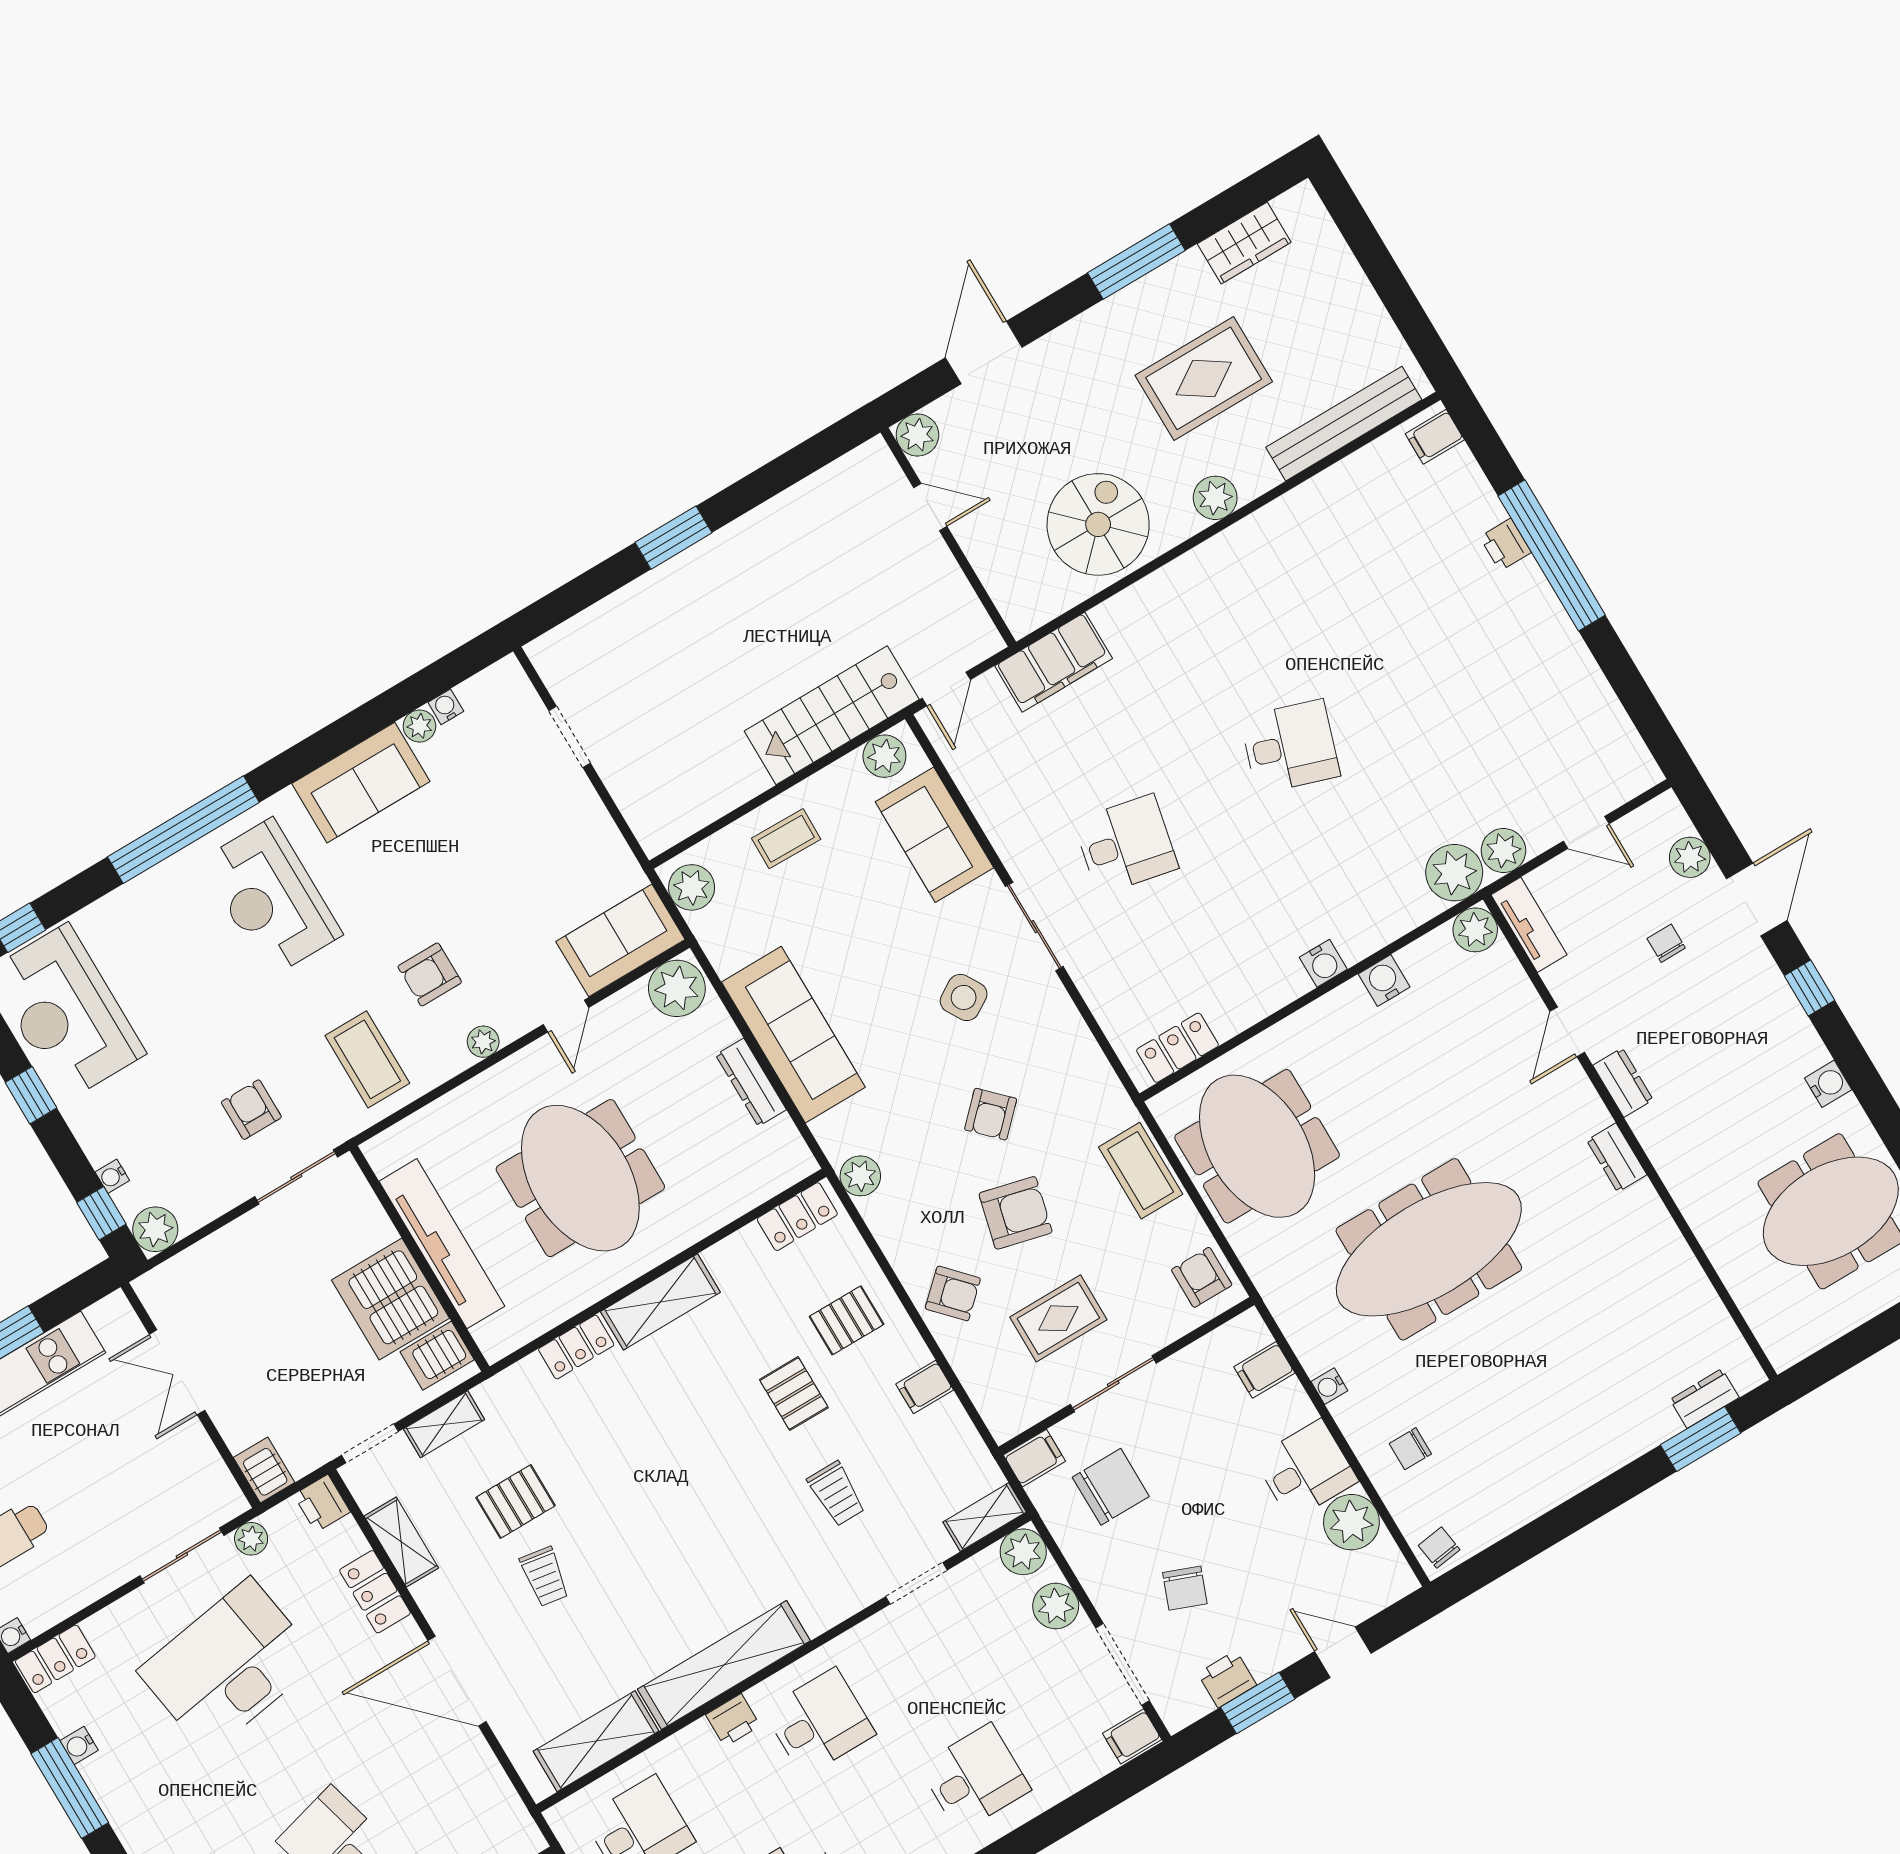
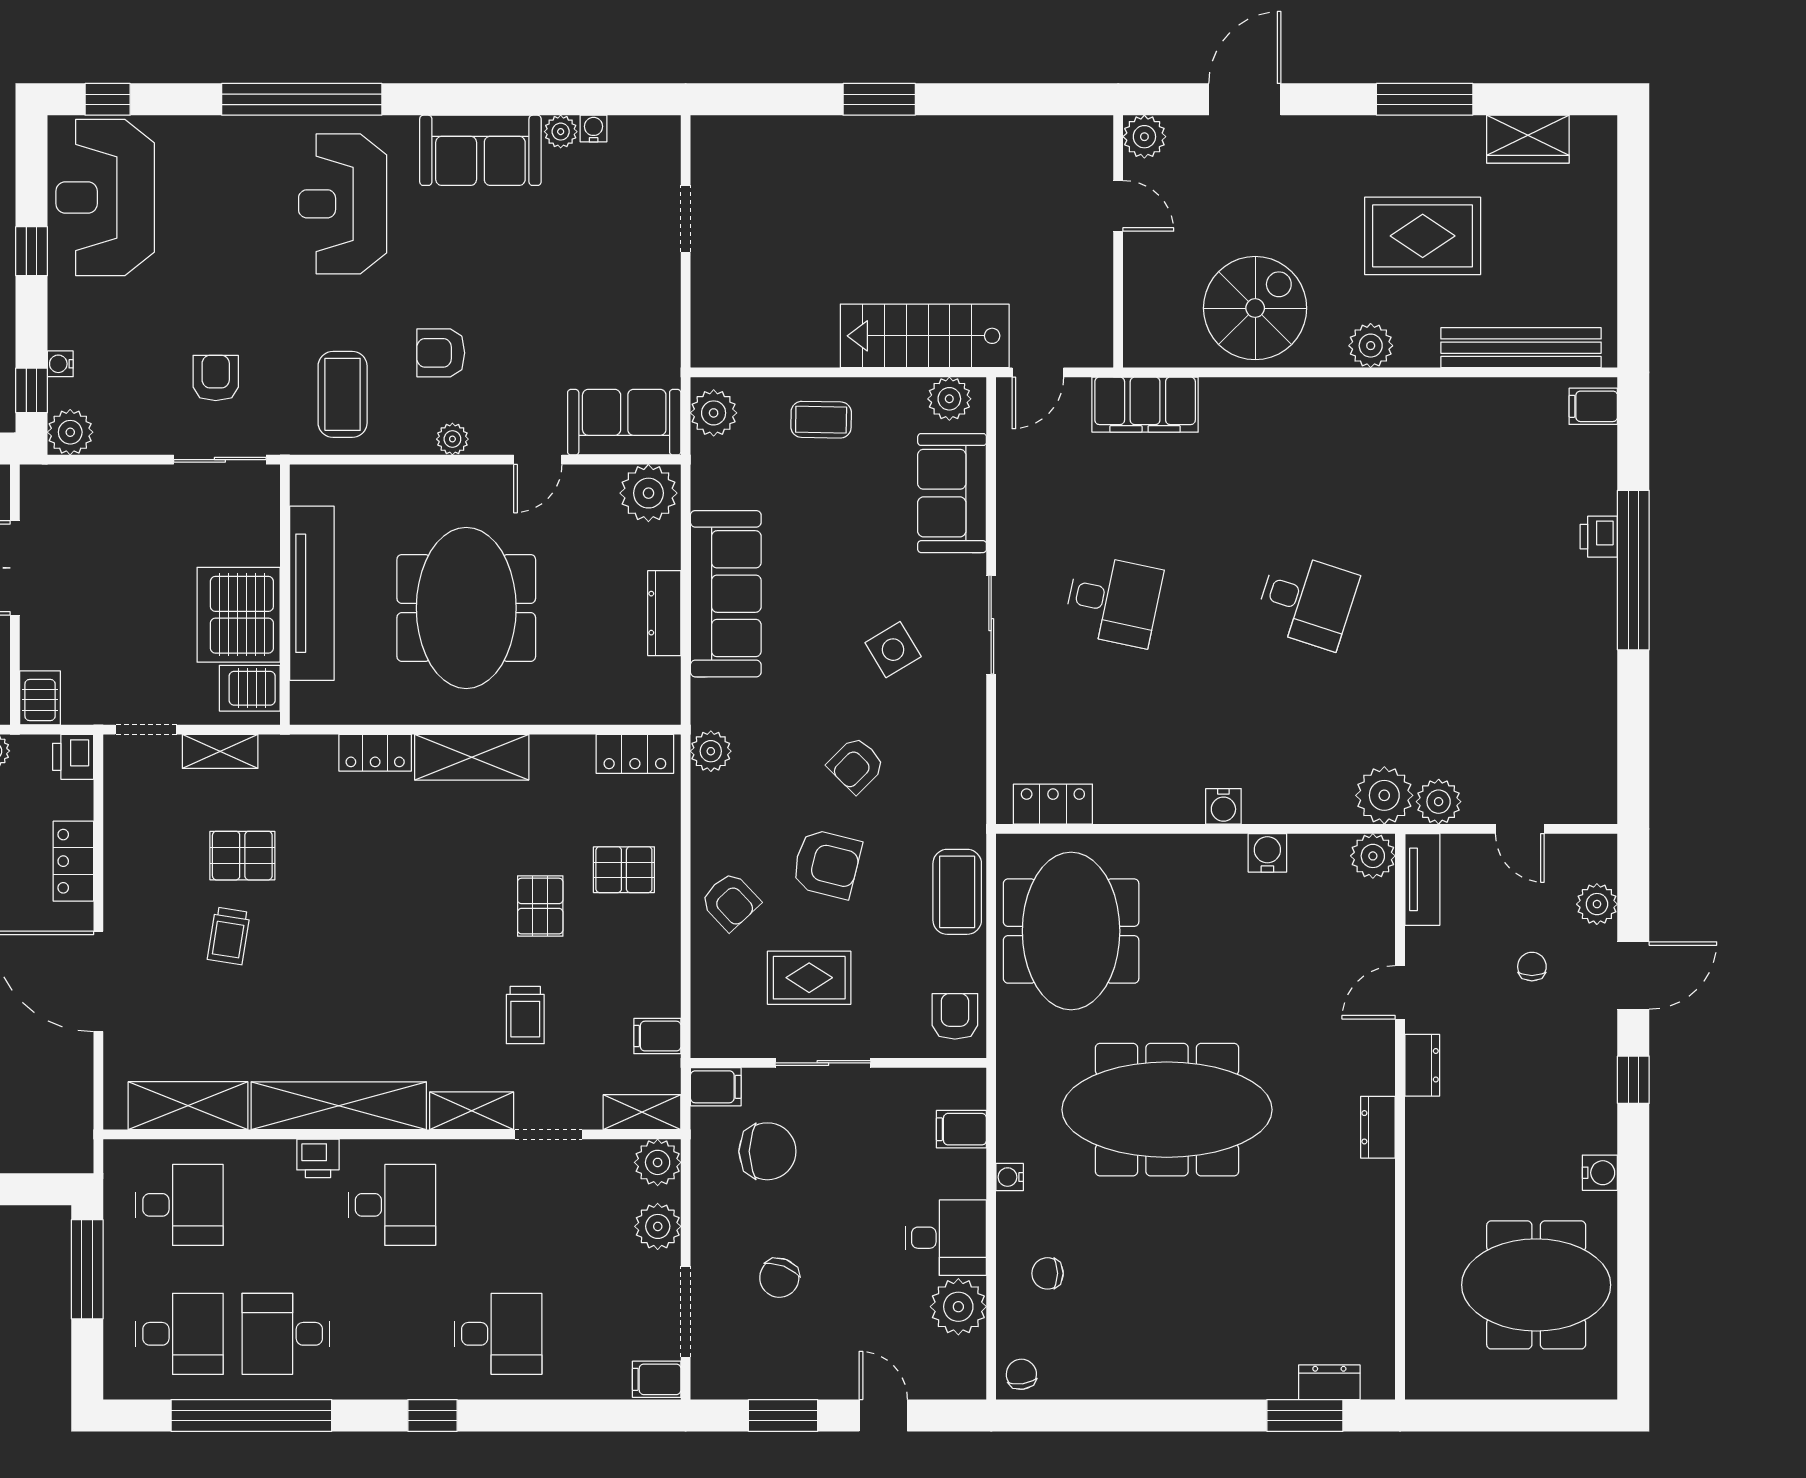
filing cabinet: (925, 1387) -> (657, 1036), moved
shelving: (401, 1542) -> (472, 1111), moved, turned 90
printer: (1227, 1679) -> (769, 1379), removed

